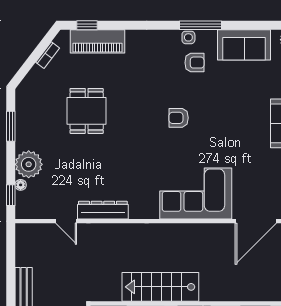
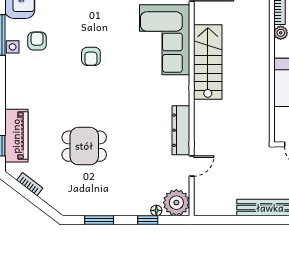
plant: (29, 164) -> (176, 203), moved
window: (11, 195) -> (148, 220), moved
stairs: (160, 287) -> (208, 62), moved, turned 180

